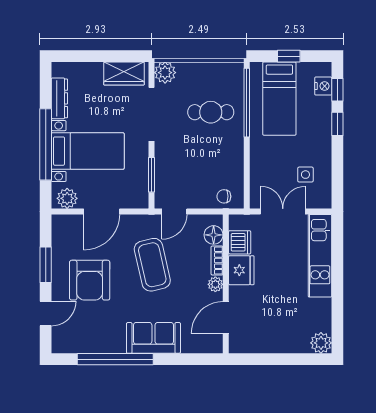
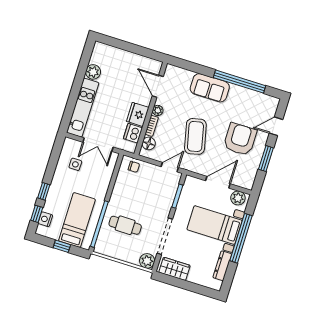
door: (226, 318) -> (158, 86), swing flipped
plant: (321, 343) -> (93, 72), moved

